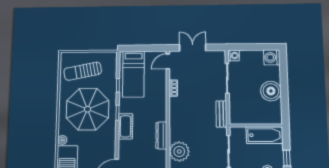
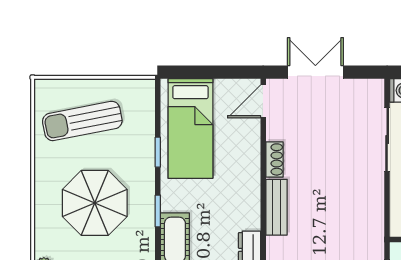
parasol: (88, 109) -> (95, 203), width x0.73, depth x0.73
bench: (221, 114) -> (276, 207), moved

